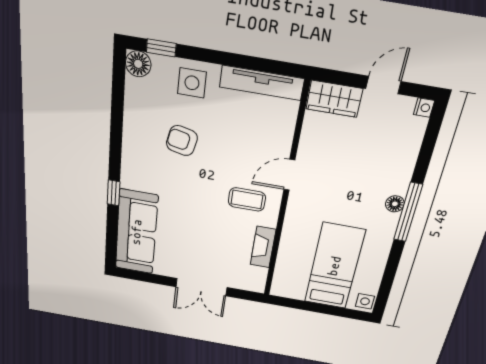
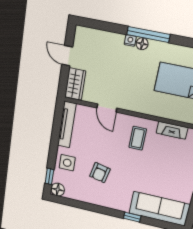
nightstand: (424, 108) -> (130, 40), moved
door: (289, 175) -> (107, 108), moved

